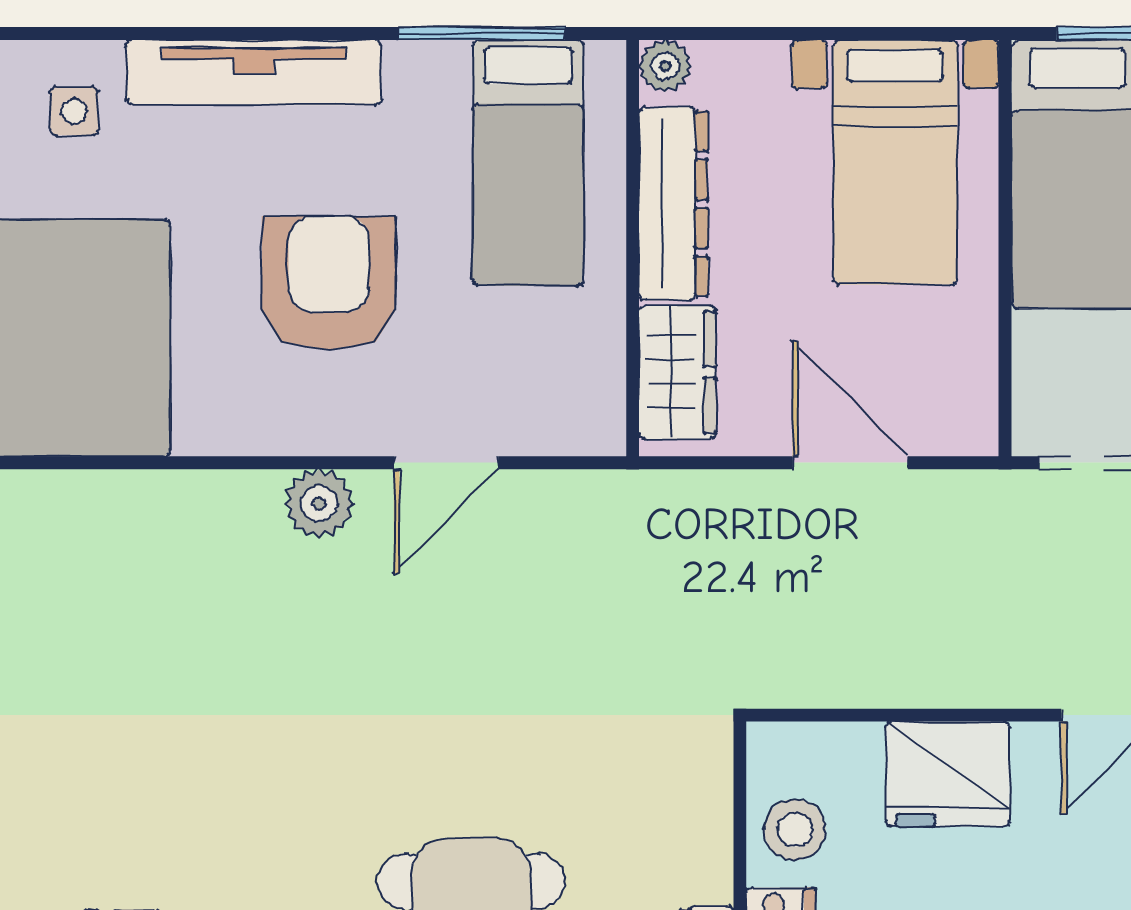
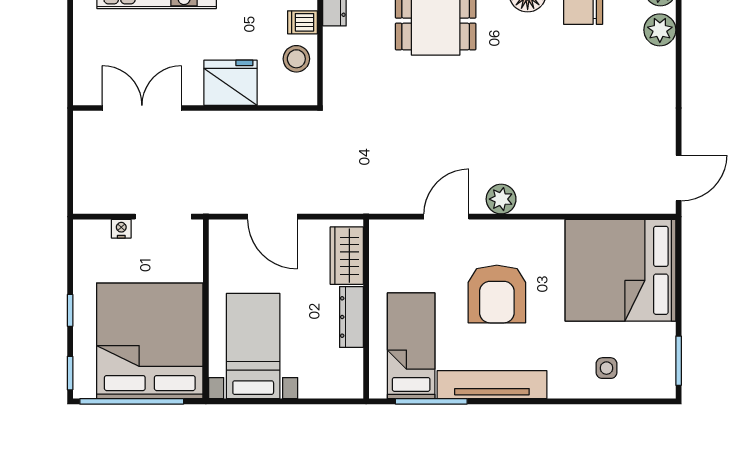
plant: (665, 66) -> (352, 387), removed
tv unit: (254, 72) -> (492, 385), moved
dresser: (673, 204) -> (352, 317), width x0.73, depth x0.80

